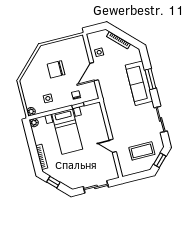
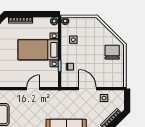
chair: (56, 69) -> (112, 52), moved
door: (113, 146) -> (33, 89), moved

